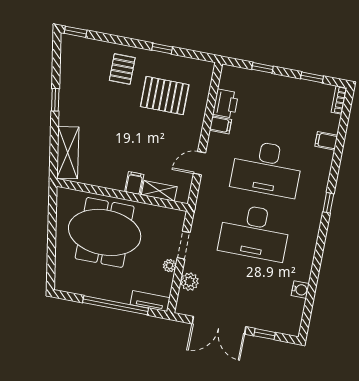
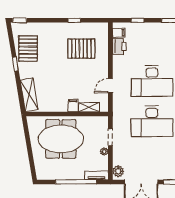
pallet: (122, 69) -> (28, 49), moved, width x1.50, depth x1.42
filing cabinet: (220, 125) -> (119, 33), moved
plant: (190, 282) -> (118, 171), moved

